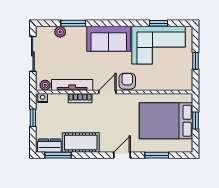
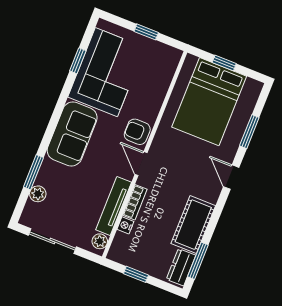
nightstand: (43, 98) -> (125, 225), moved

